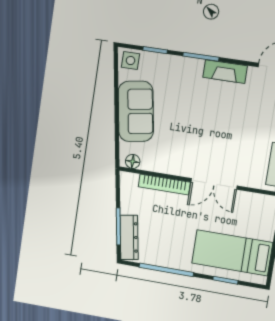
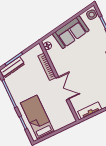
double door: (214, 184) -> (62, 89), swing flipped

